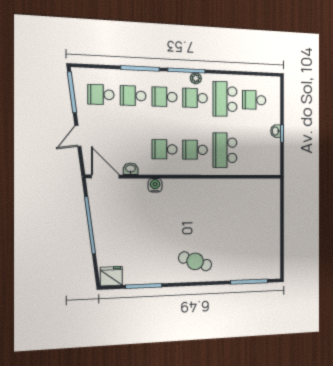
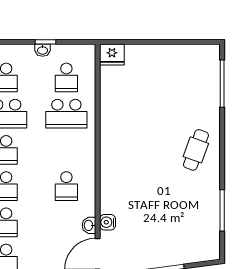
school desk: (195, 150) -> (66, 77), moved
water cooler: (155, 185) -> (108, 222), moved
fridge: (111, 276) -> (112, 54), moved, turned -90

